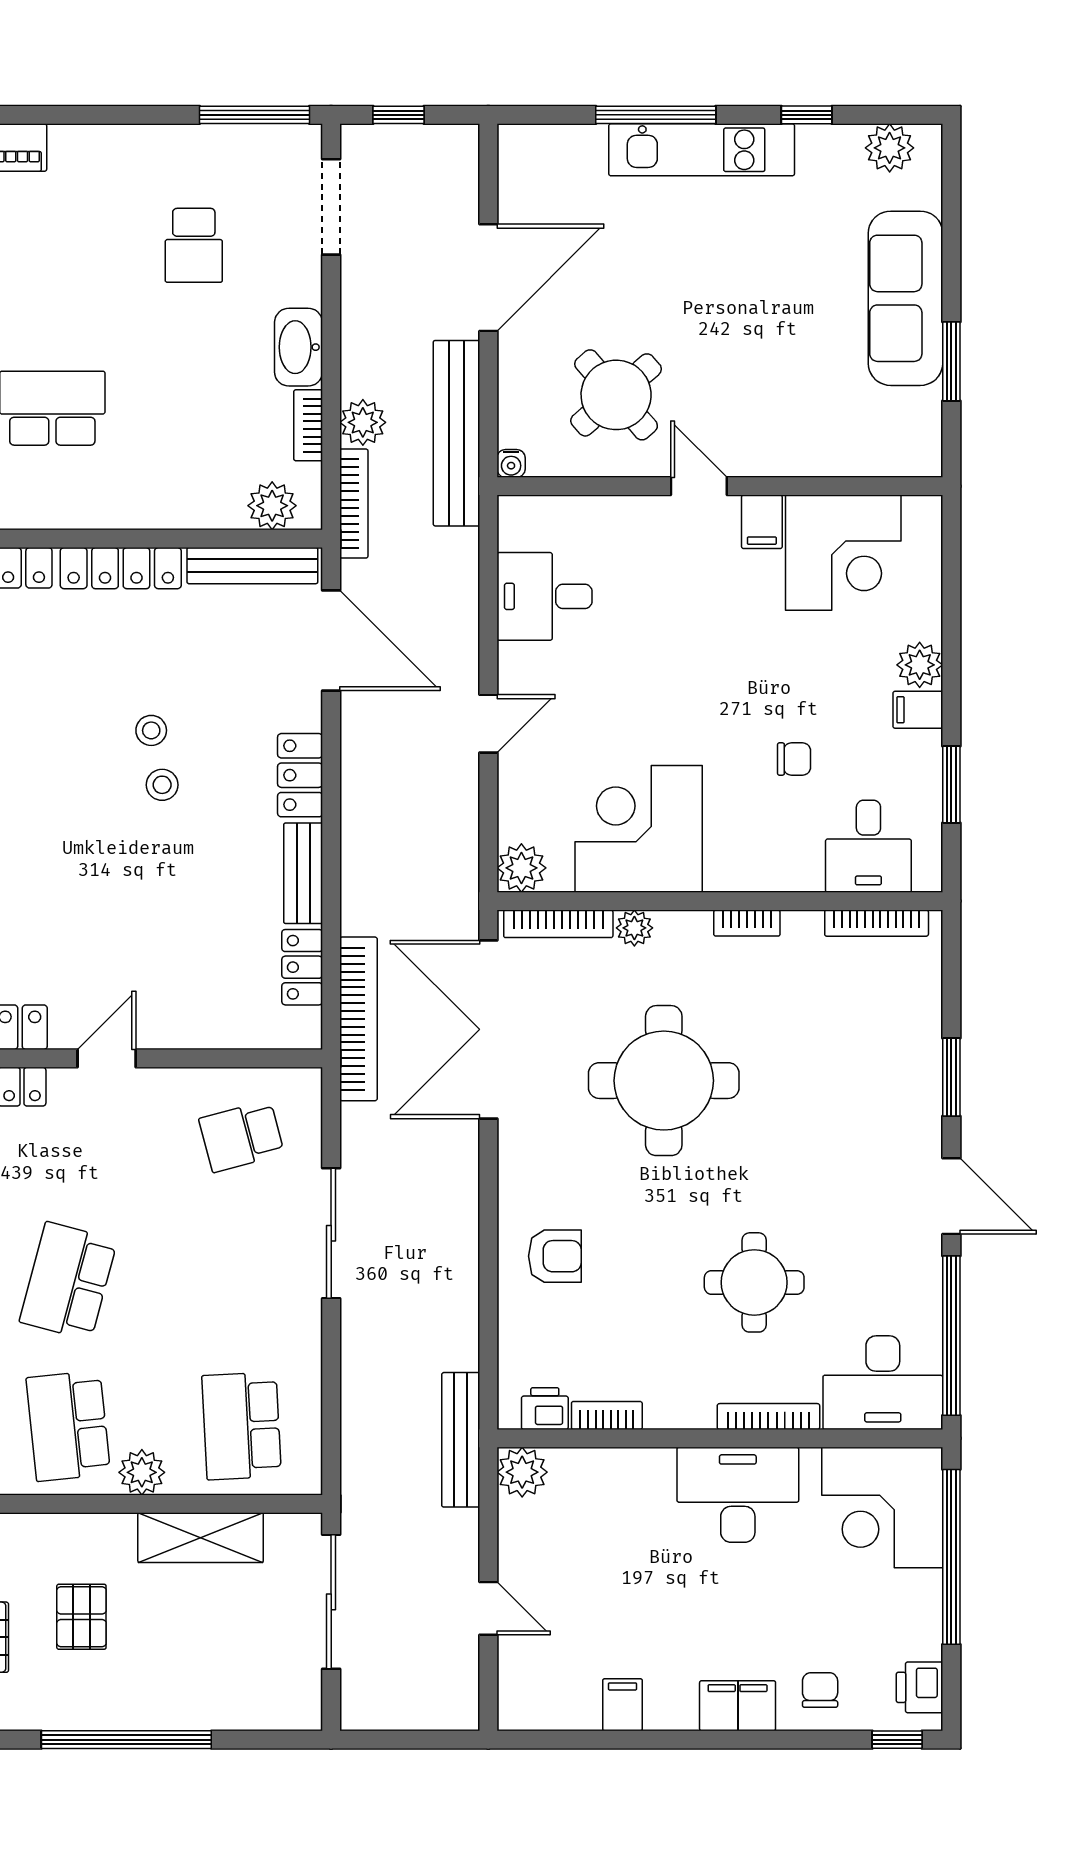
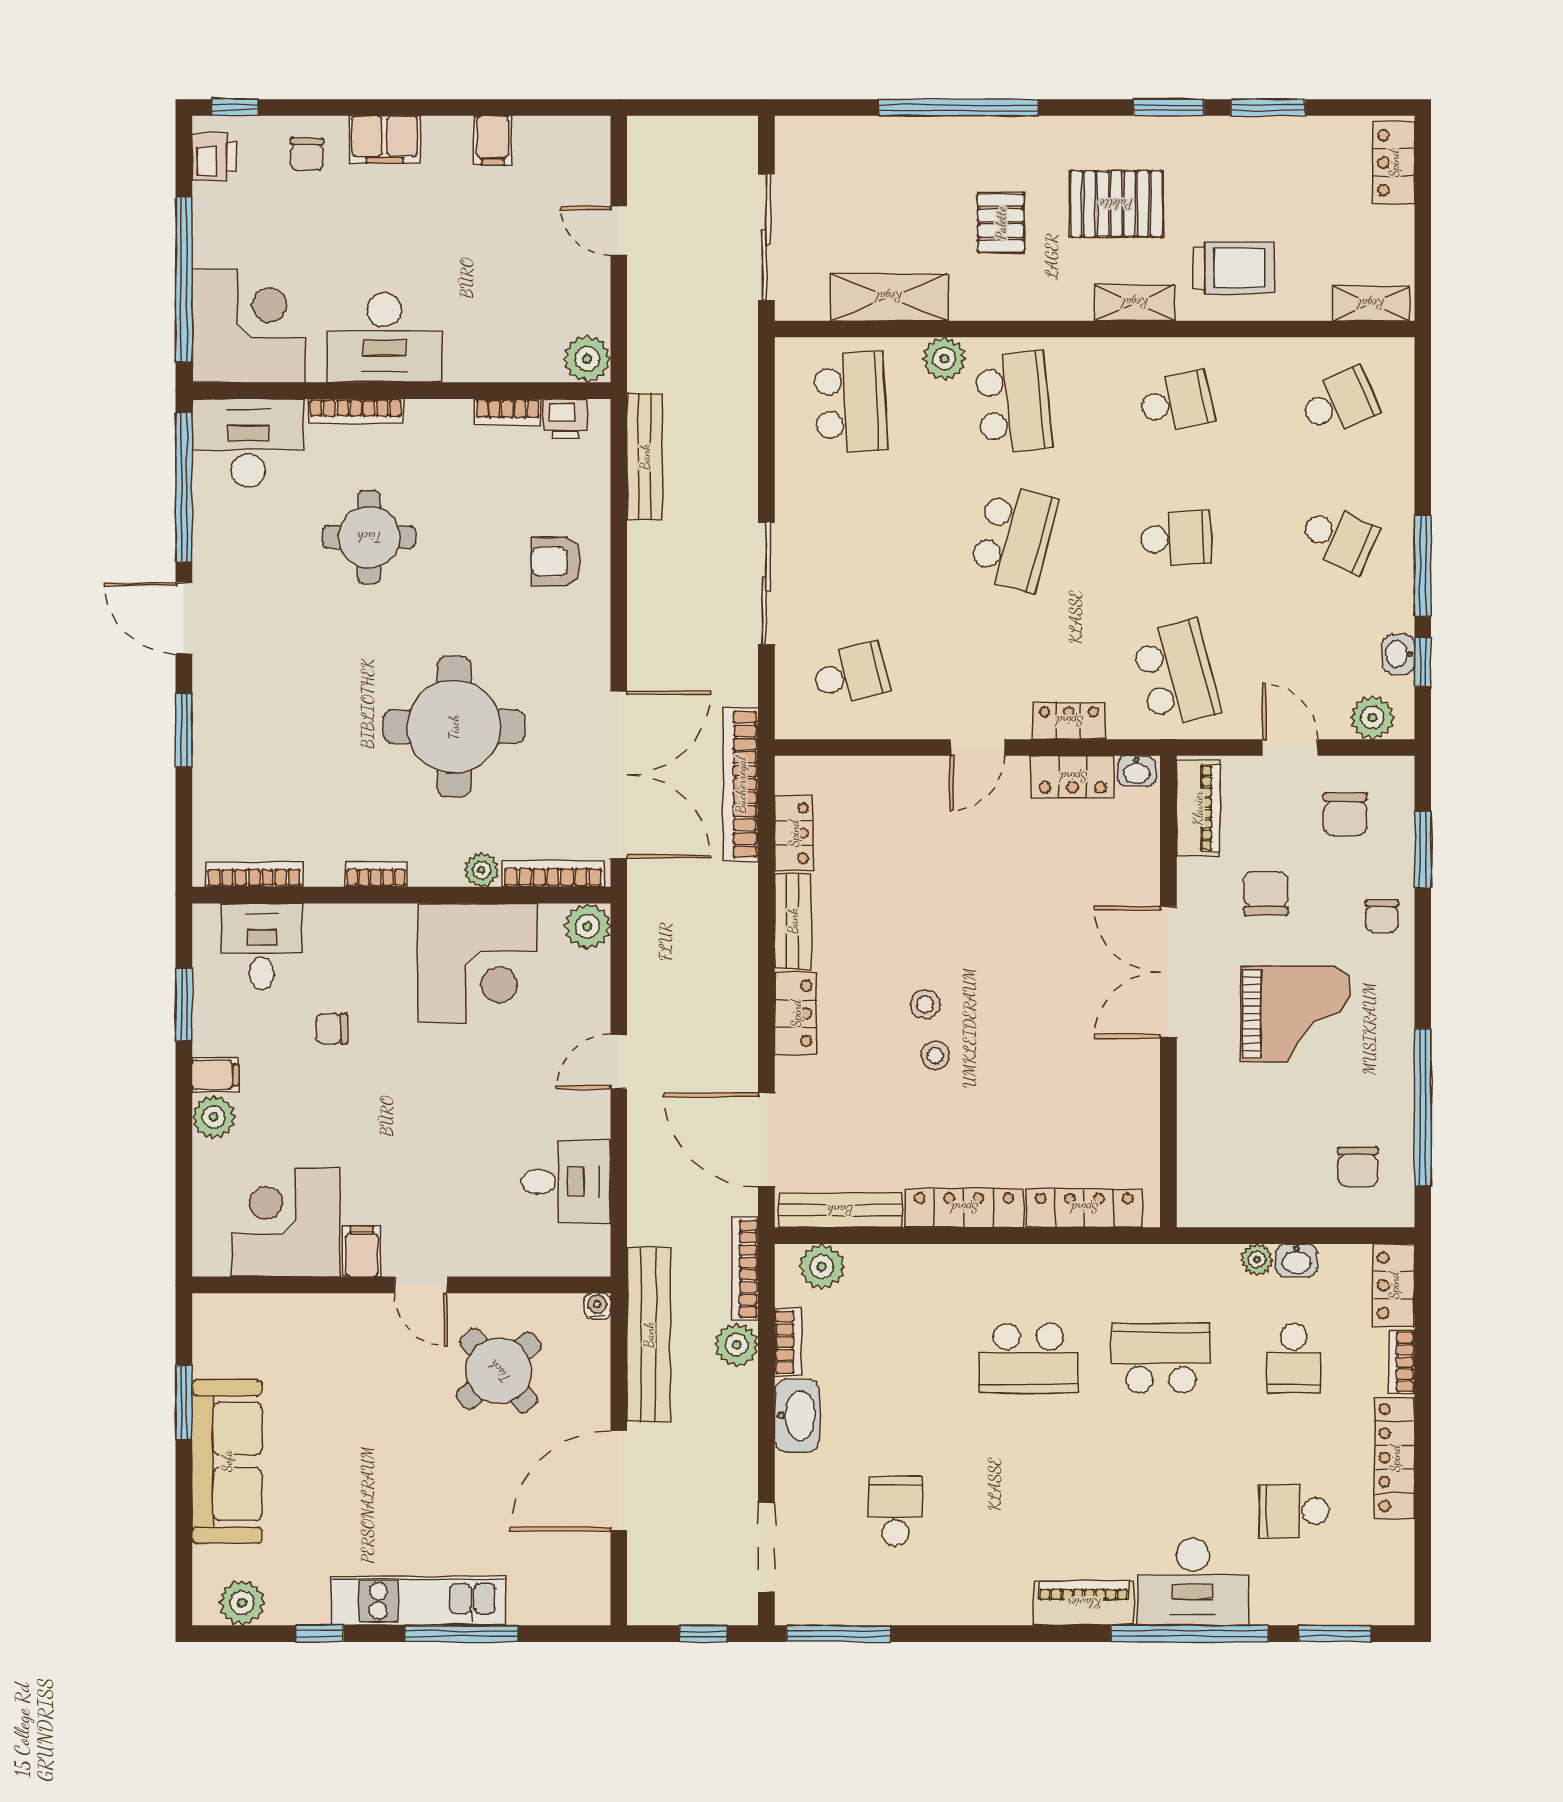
bench: (461, 1440) -> (645, 457), moved

